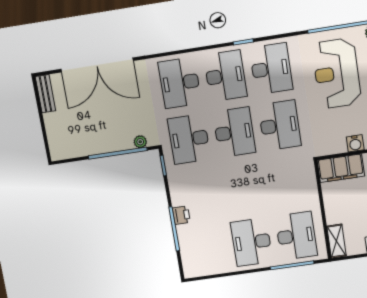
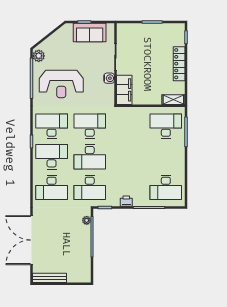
double door: (97, 65) -> (32, 240), swing flipped
bench: (45, 94) -> (50, 278), width x1.36
desk: (234, 132) -> (90, 157), turned 180
printer: (181, 215) -> (126, 201), moved
desk: (252, 242) -> (166, 187), moved

